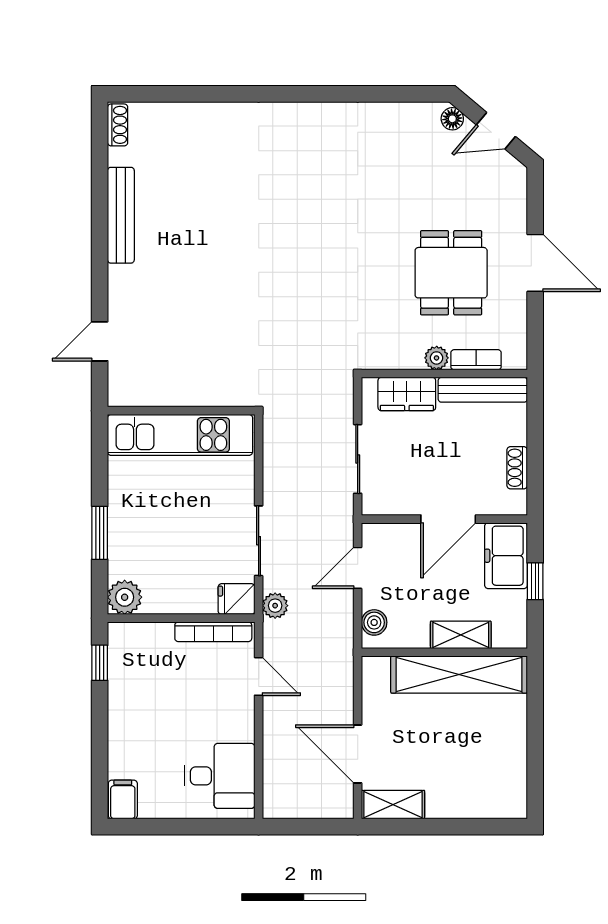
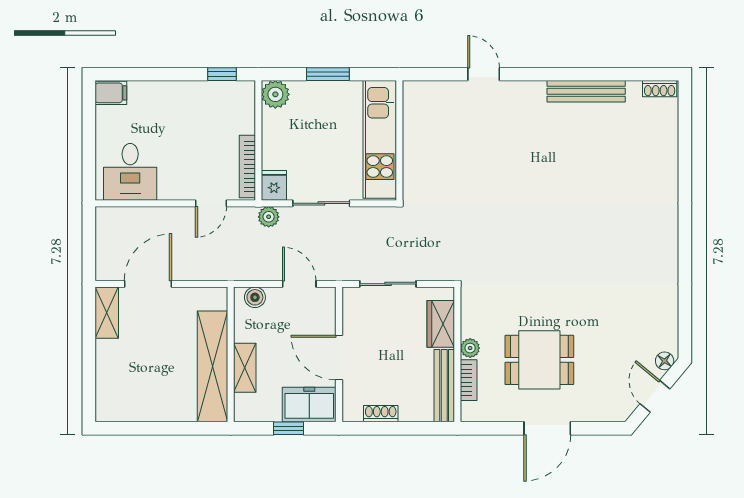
wall: (181, 411) -> (399, 140), moved
kitchen unit: (180, 435) -> (380, 139), moved

